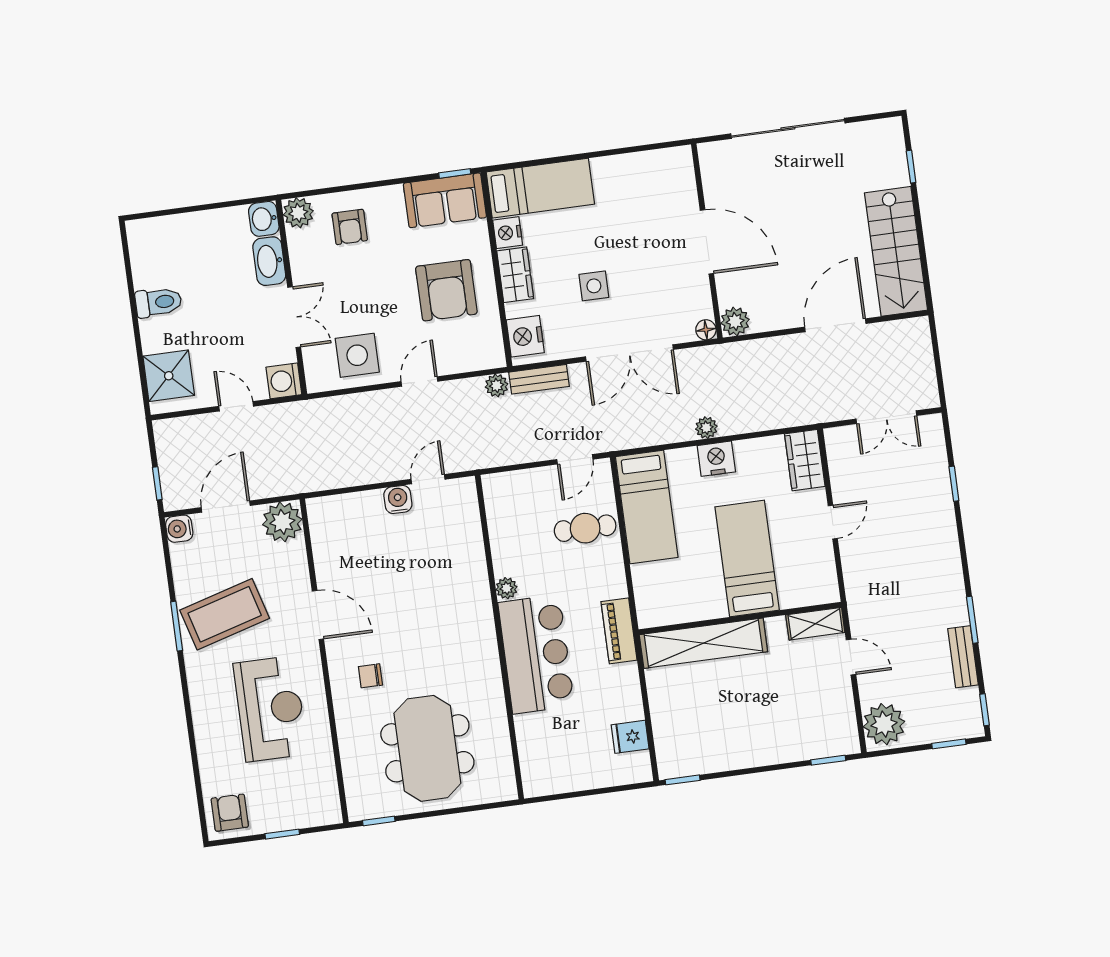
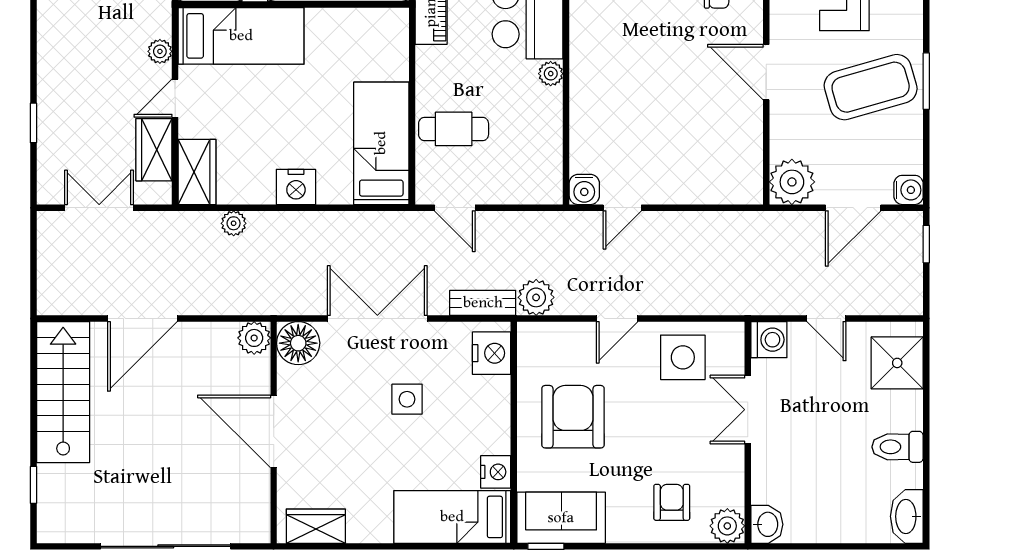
washbasin: (269, 261) -> (907, 516), moved, turned 180
wardrobe: (515, 275) -> (316, 526), moved, turned 90
floor lamp: (706, 330) -> (298, 343), width x1.89, depth x1.89
plant: (497, 385) -> (536, 297), width x1.38, depth x1.38
plant: (706, 428) -> (234, 223), moved
door: (575, 459) -> (455, 208), swing flipped
wardrobe: (845, 474) -> (154, 150), added
water cooler: (398, 500) -> (584, 189), moved
bed: (747, 559) -> (241, 36), moved, turned -90
plant: (852, 561) -> (160, 51), added

